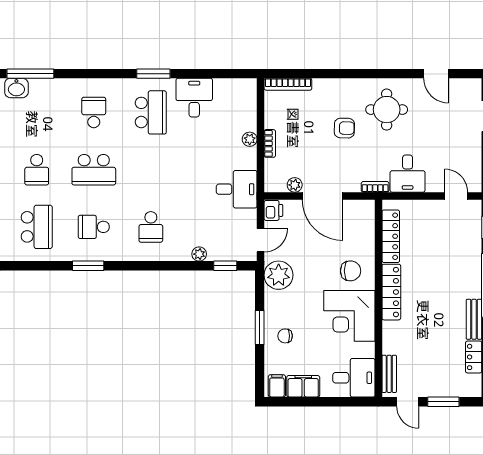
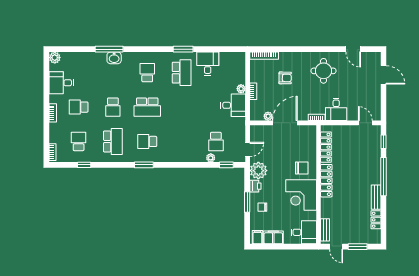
washbasin: (16, 88) -> (114, 58), moved
armchair: (344, 128) -> (285, 78), moved
desk: (237, 189) -> (233, 105), moved
door: (323, 196) -> (285, 123), swing flipped
printer: (273, 210) -> (255, 186), moved
school desk: (151, 227) -> (216, 141), moved

